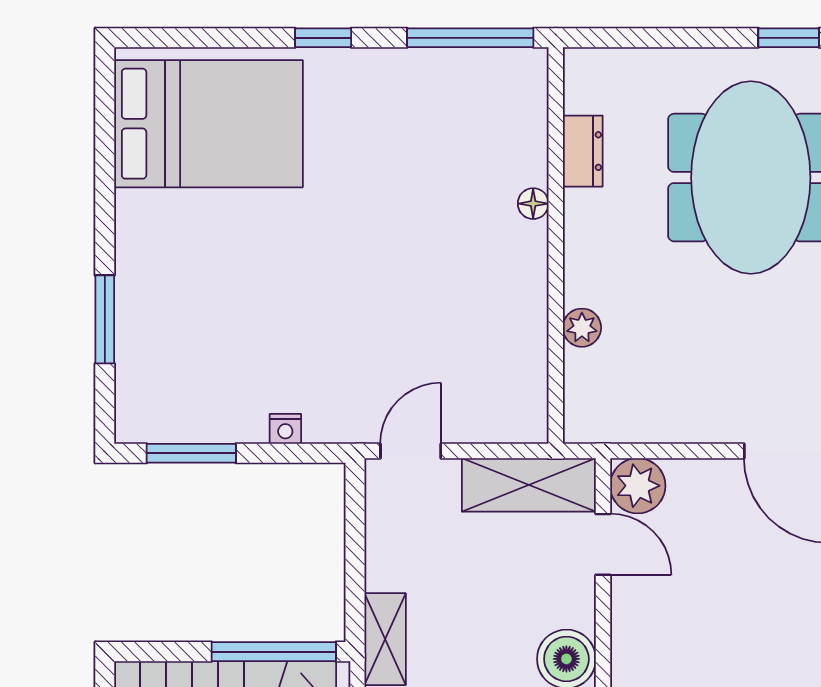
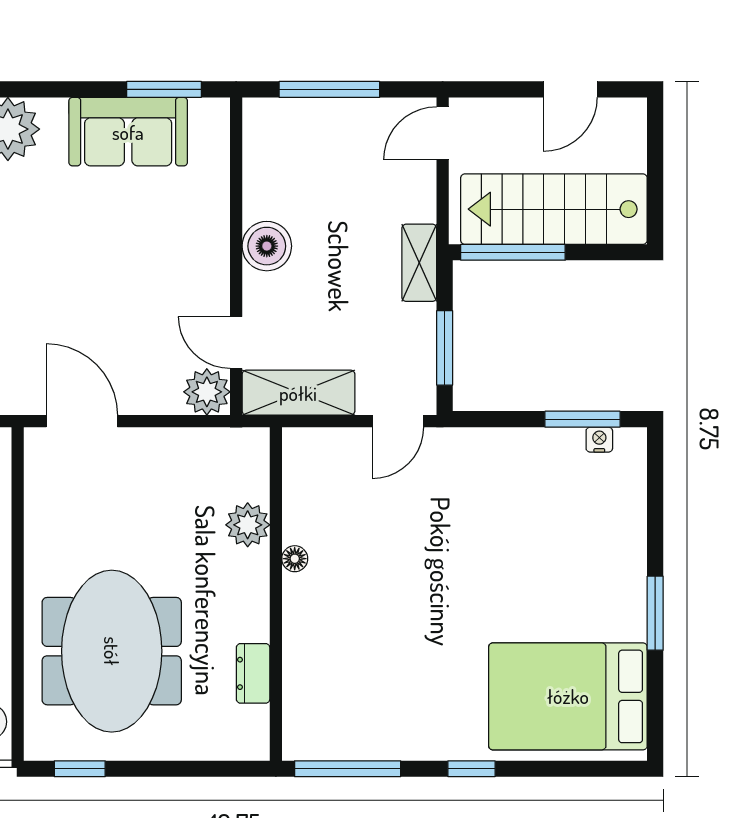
floor lamp: (533, 204) -> (295, 559), moved
window: (105, 319) -> (655, 613), moved
plant: (582, 328) -> (248, 525), width x1.38, depth x1.38
nightstand: (285, 429) -> (599, 440), moved
window: (355, 538) -> (445, 348), added

